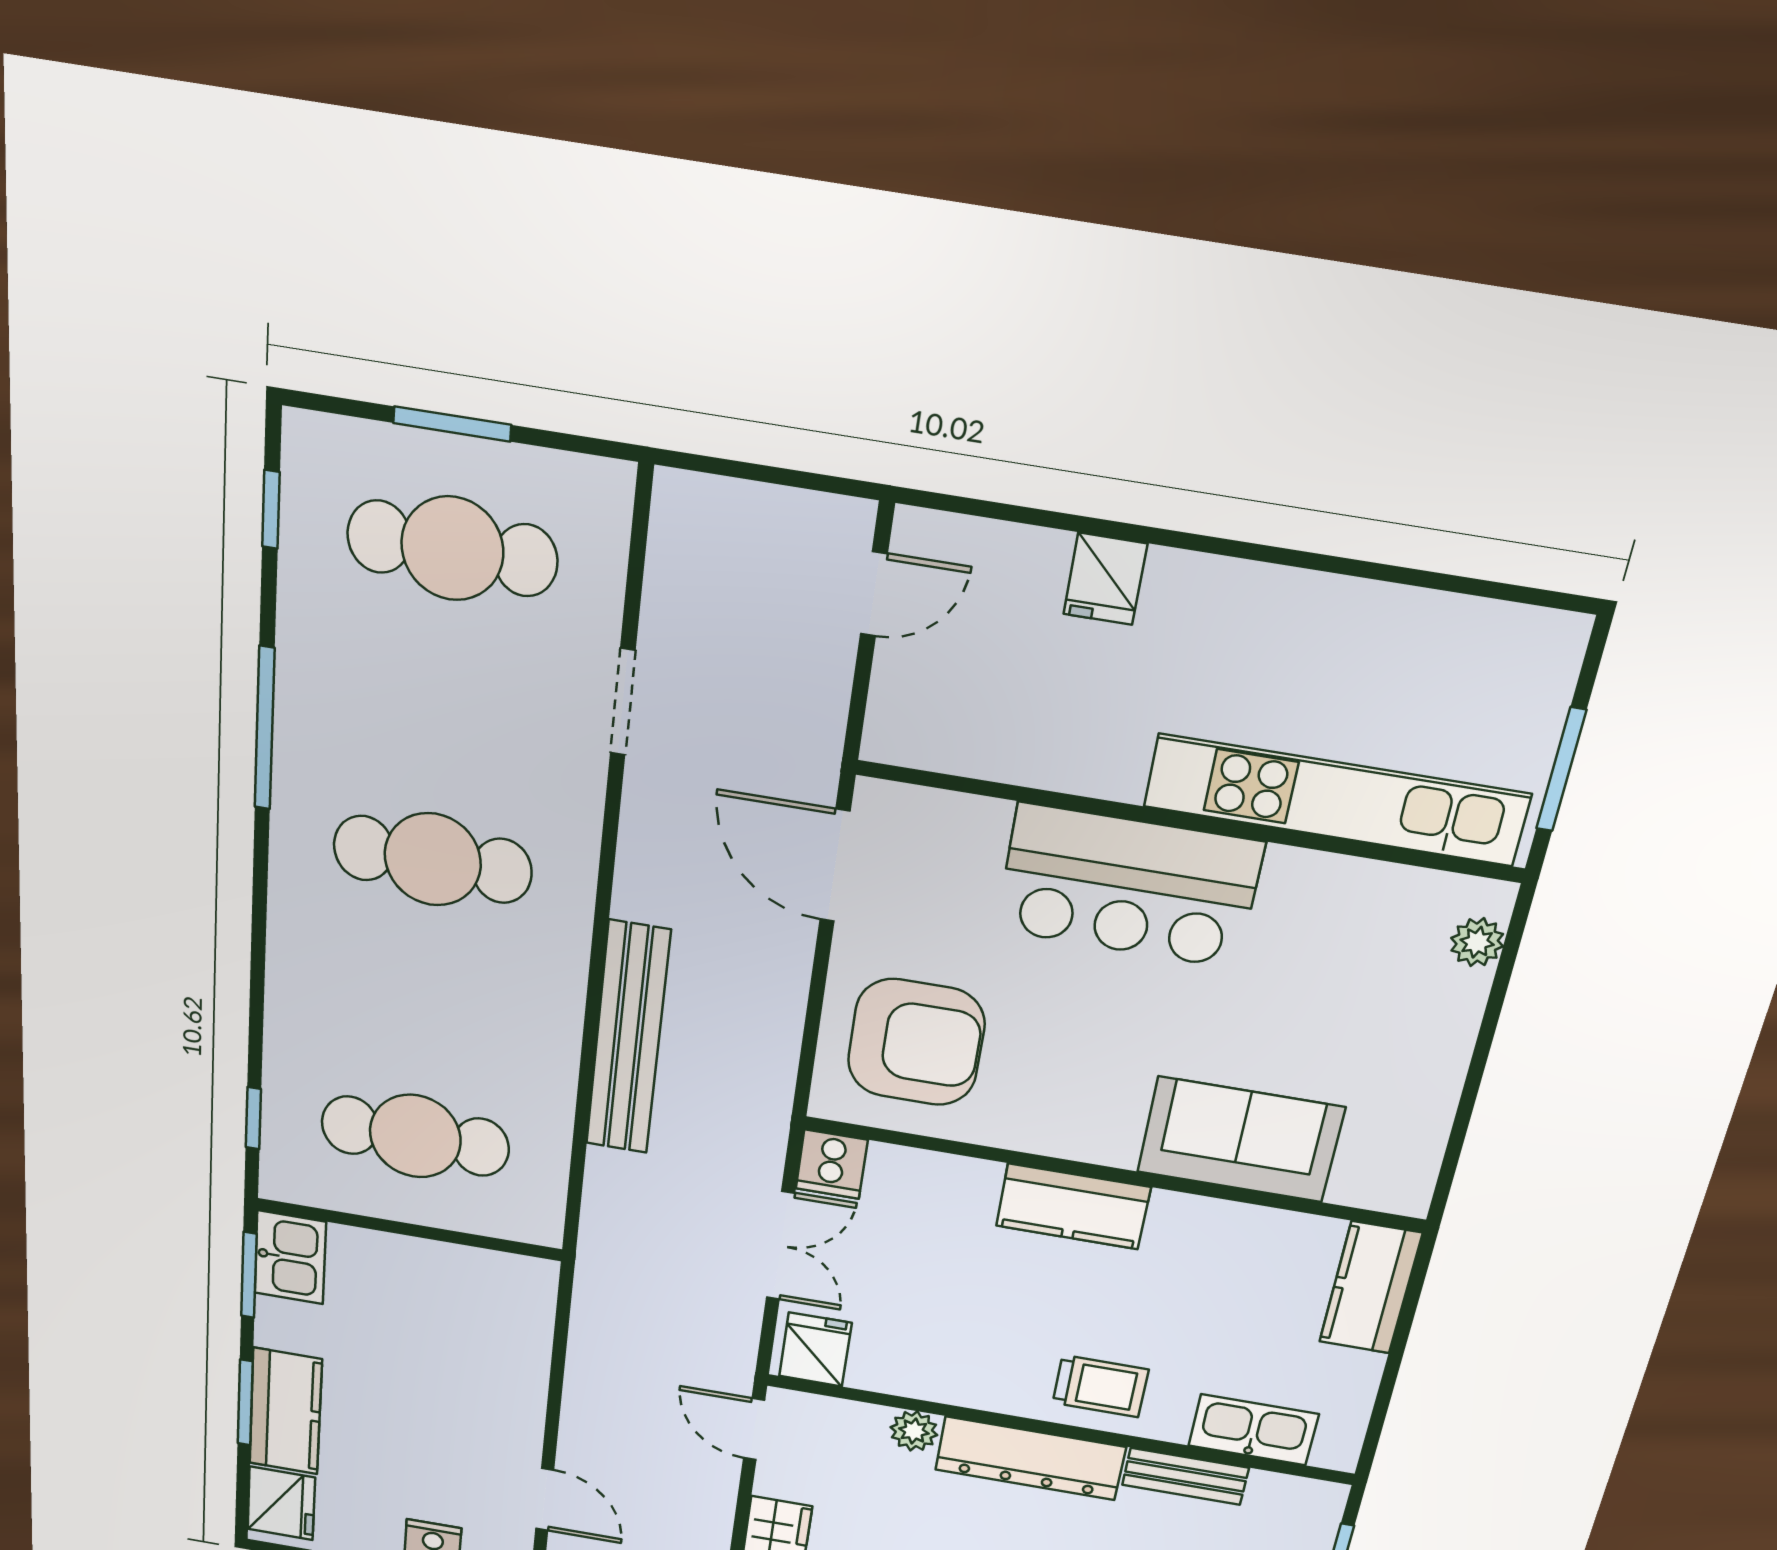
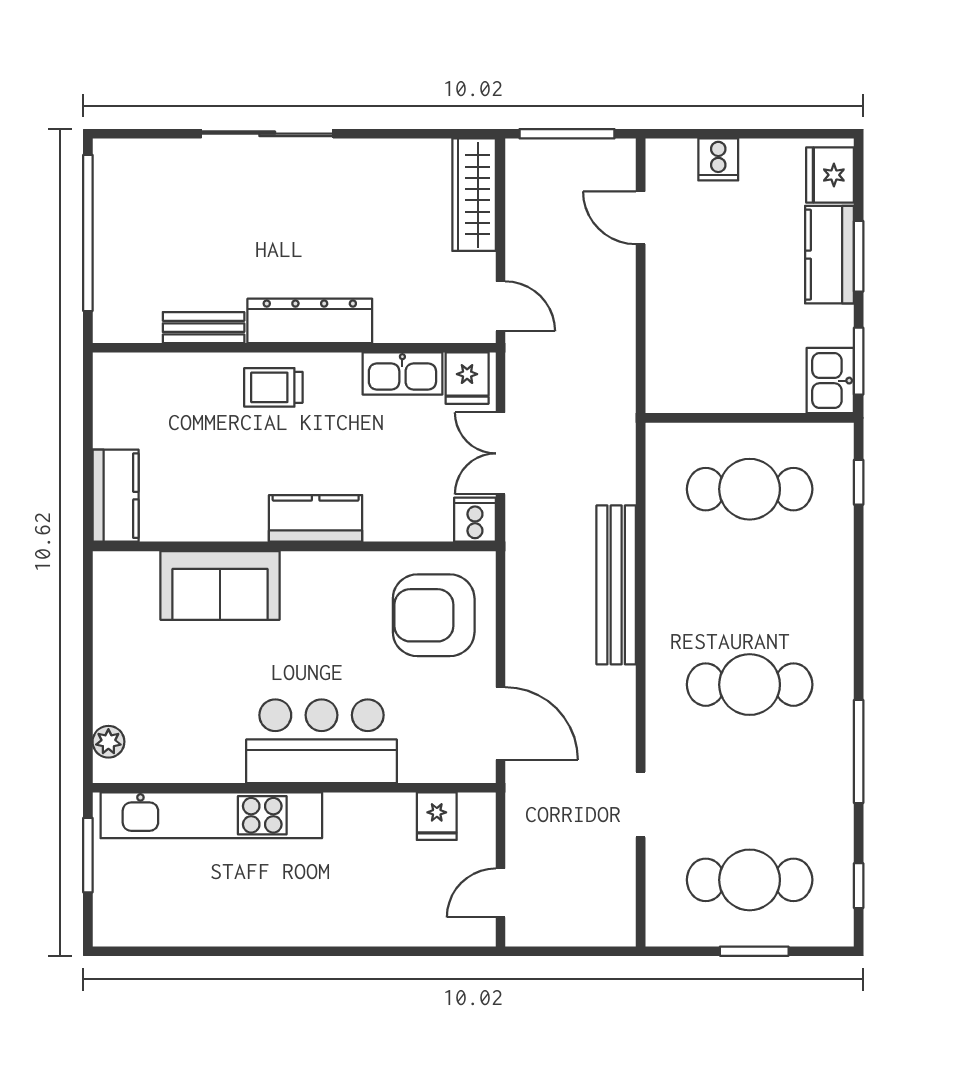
fridge: (1105, 579) -> (437, 816), moved, turned 180
kitchen sink: (1253, 1430) -> (402, 374), moved
plant: (914, 1431) -> (392, 327), removed

